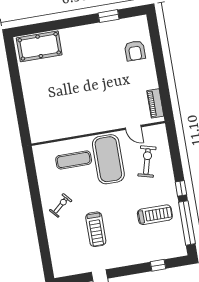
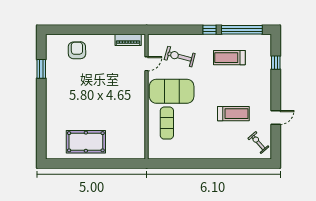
pool table: (39, 46) -> (86, 142), moved, turned 90
armchair: (135, 51) -> (77, 50), turned -91
exercise bike: (61, 205) -> (258, 143), moved
treadmill: (155, 215) -> (229, 58), turned -90

